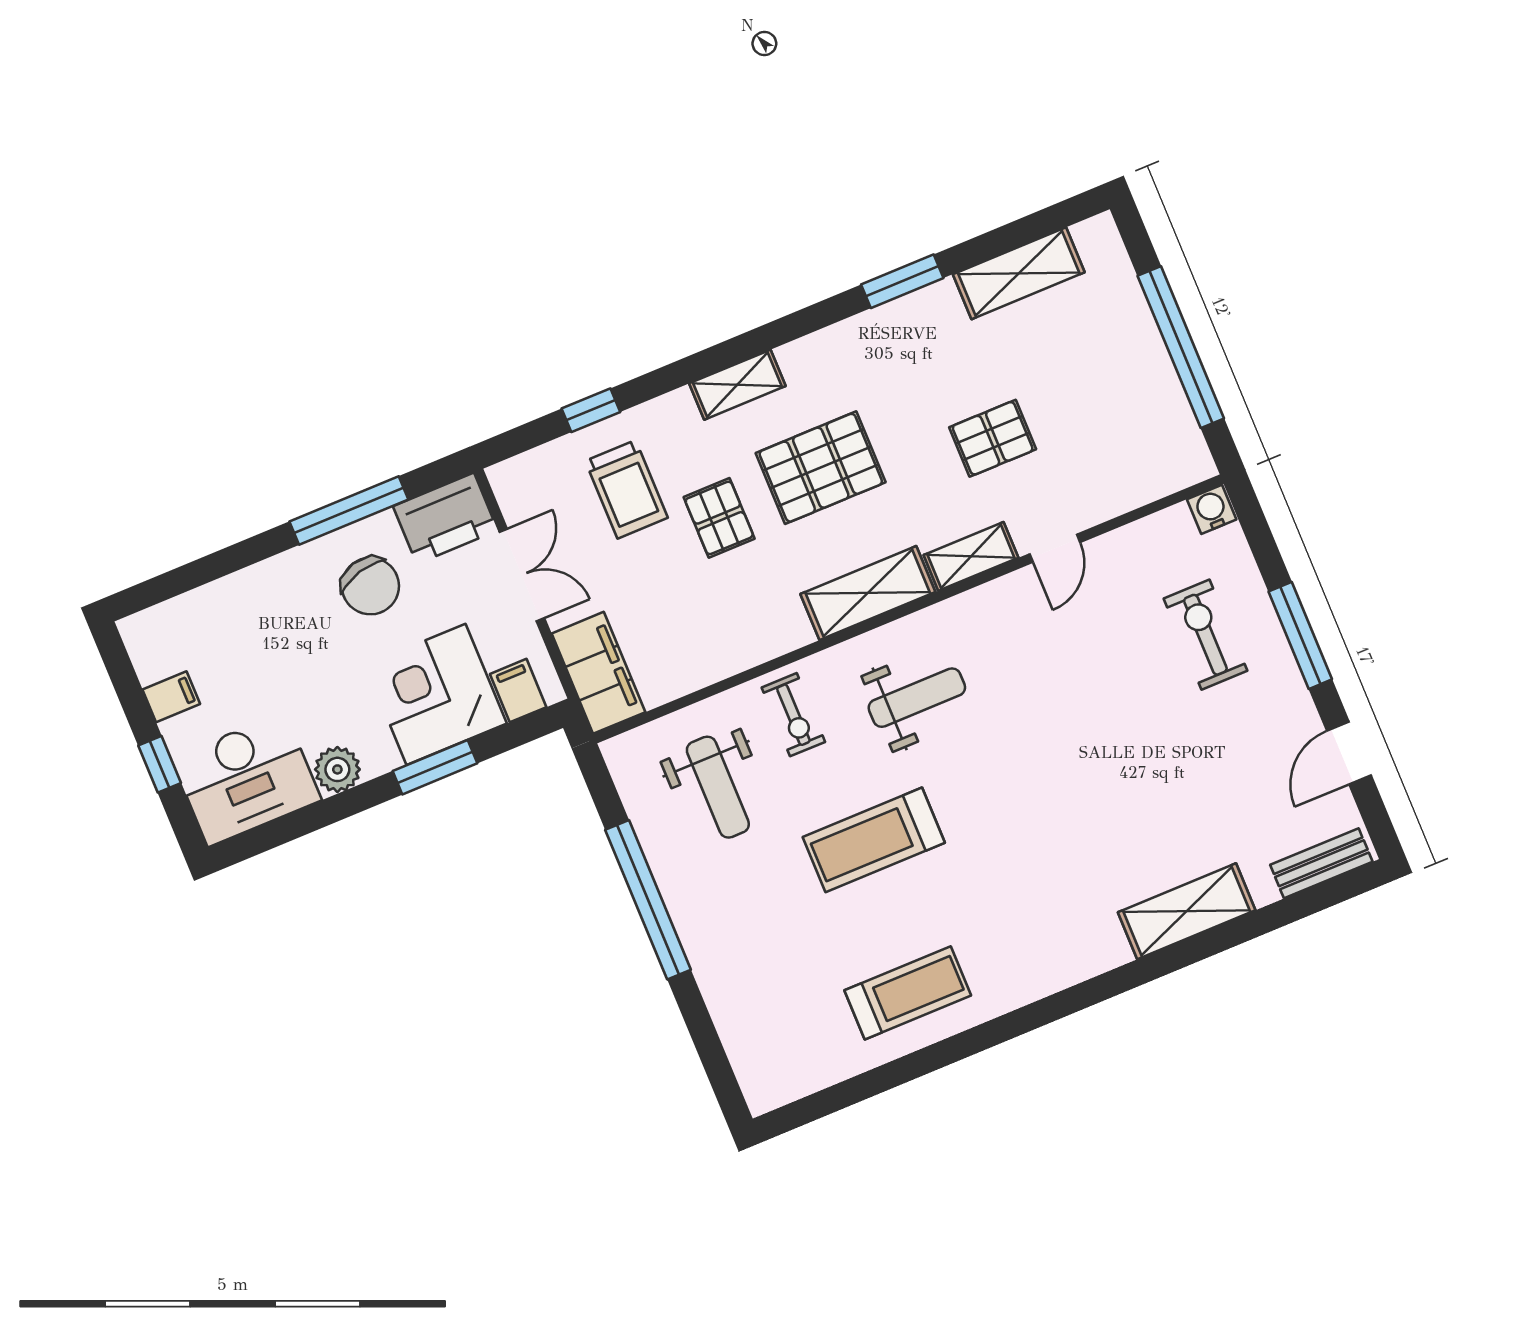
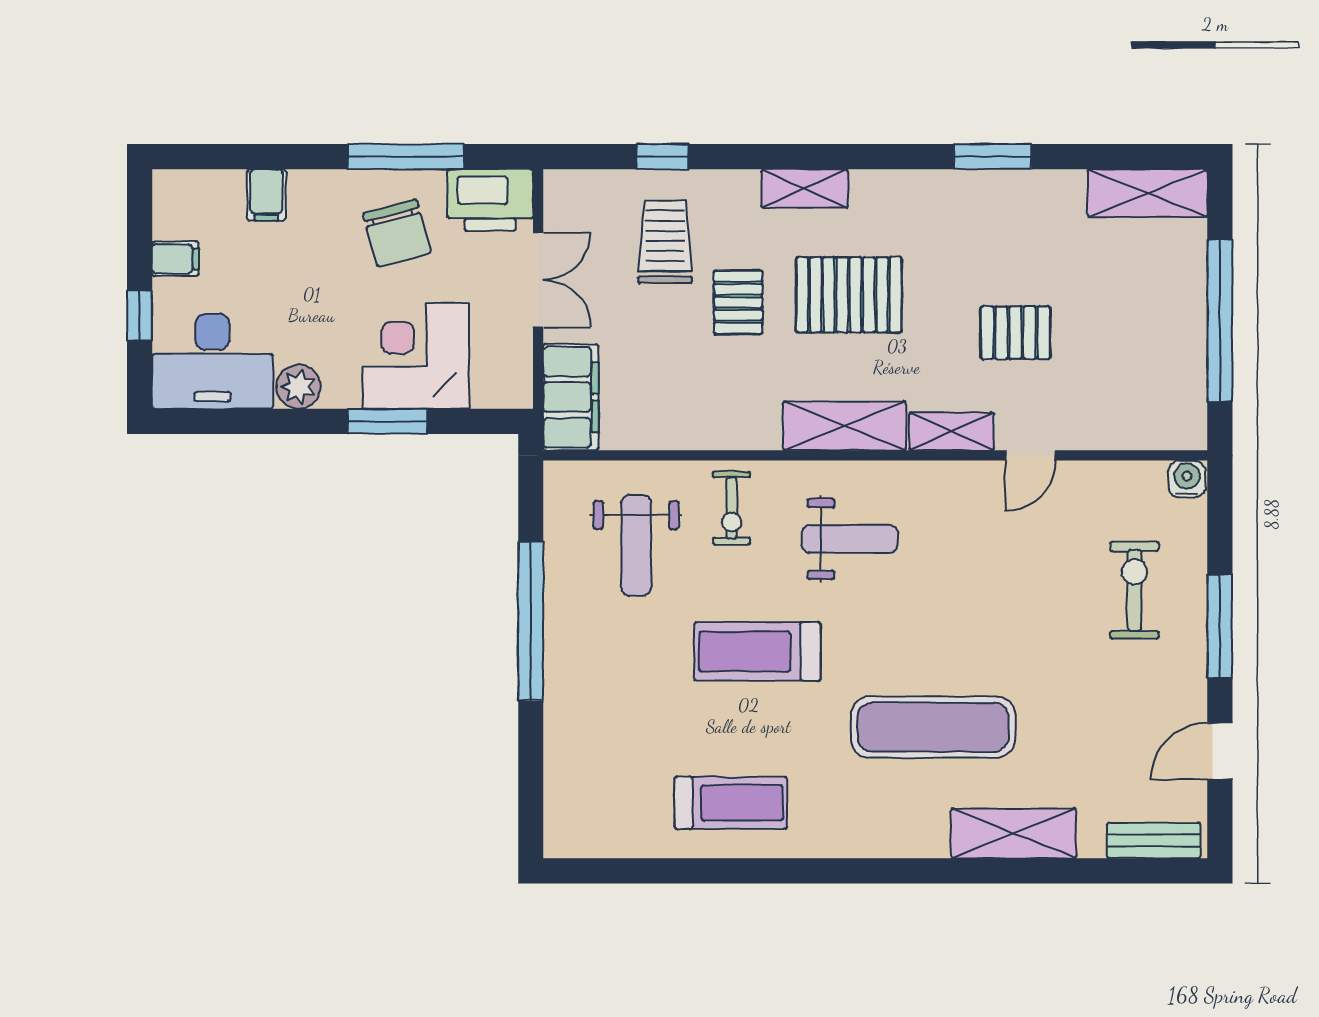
shelving: (1019, 273) -> (1148, 193), moved
trolley: (627, 489) -> (665, 242), turned 180
filing cabinet: (518, 691) -> (266, 195), moved, turned 180
exercise mat: (1069, 843) -> (933, 727), added

